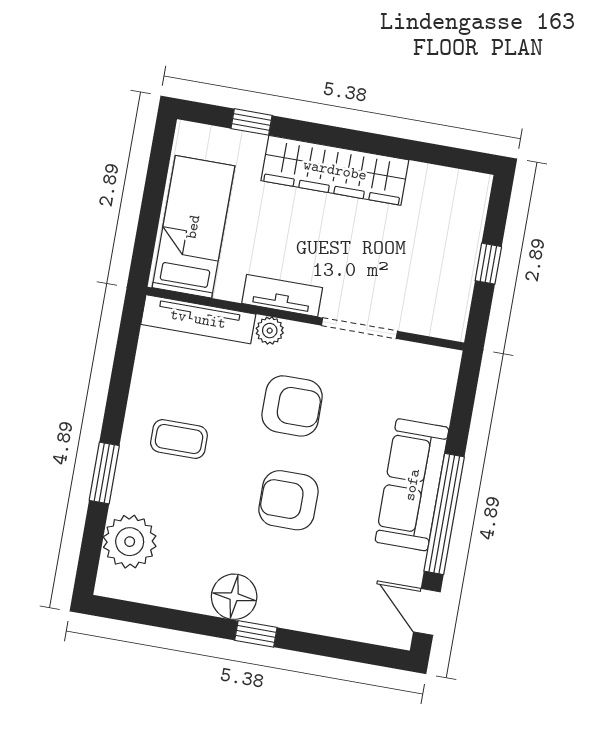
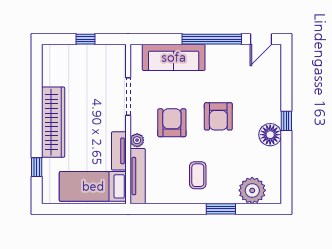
tv unit: (282, 296) -> (119, 151), moved
sofa: (412, 485) -> (174, 57), moved

